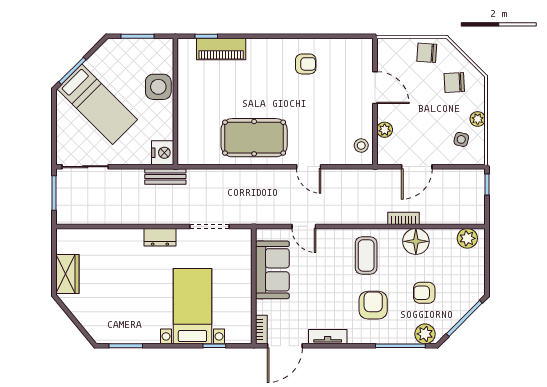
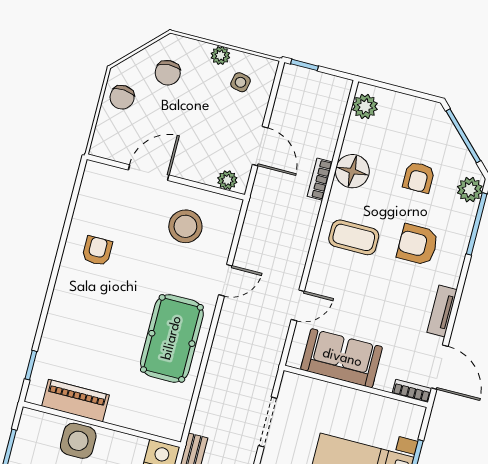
piano: (221, 49) -> (76, 401), moved, turned -90
plant: (385, 130) -> (227, 180), moved
stool: (361, 145) -> (185, 226), moved, width x1.89, depth x1.89

